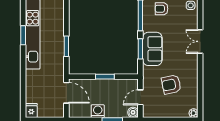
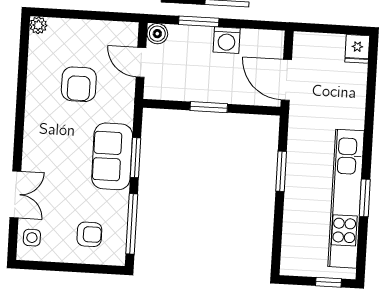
double door: (200, 41) -> (15, 194), moved
armchair: (171, 84) -> (79, 84), turned 102
door: (140, 97) -> (141, 62), swing flipped

